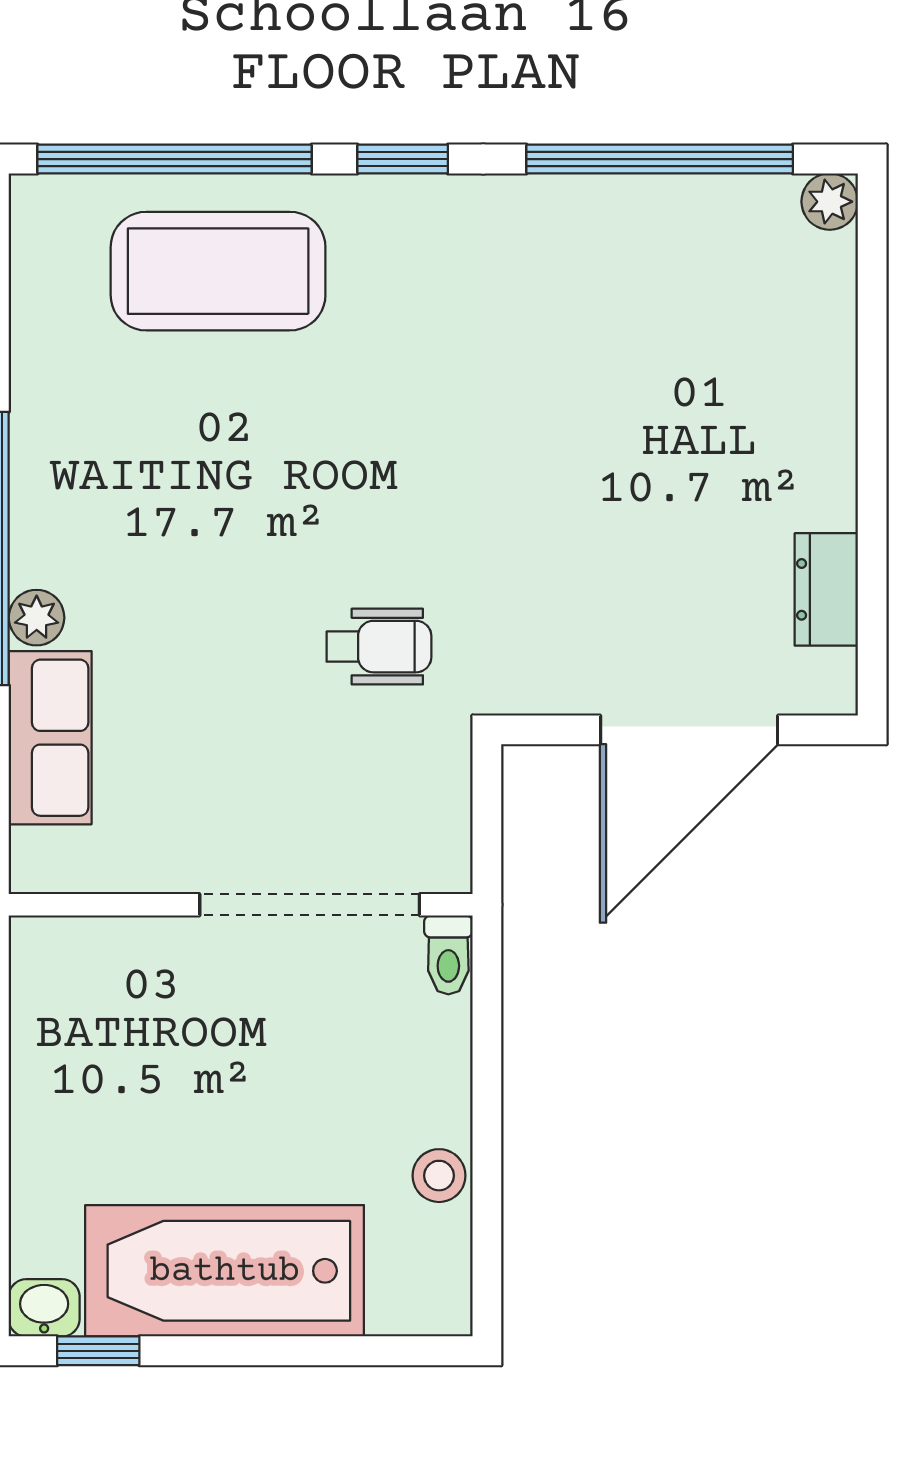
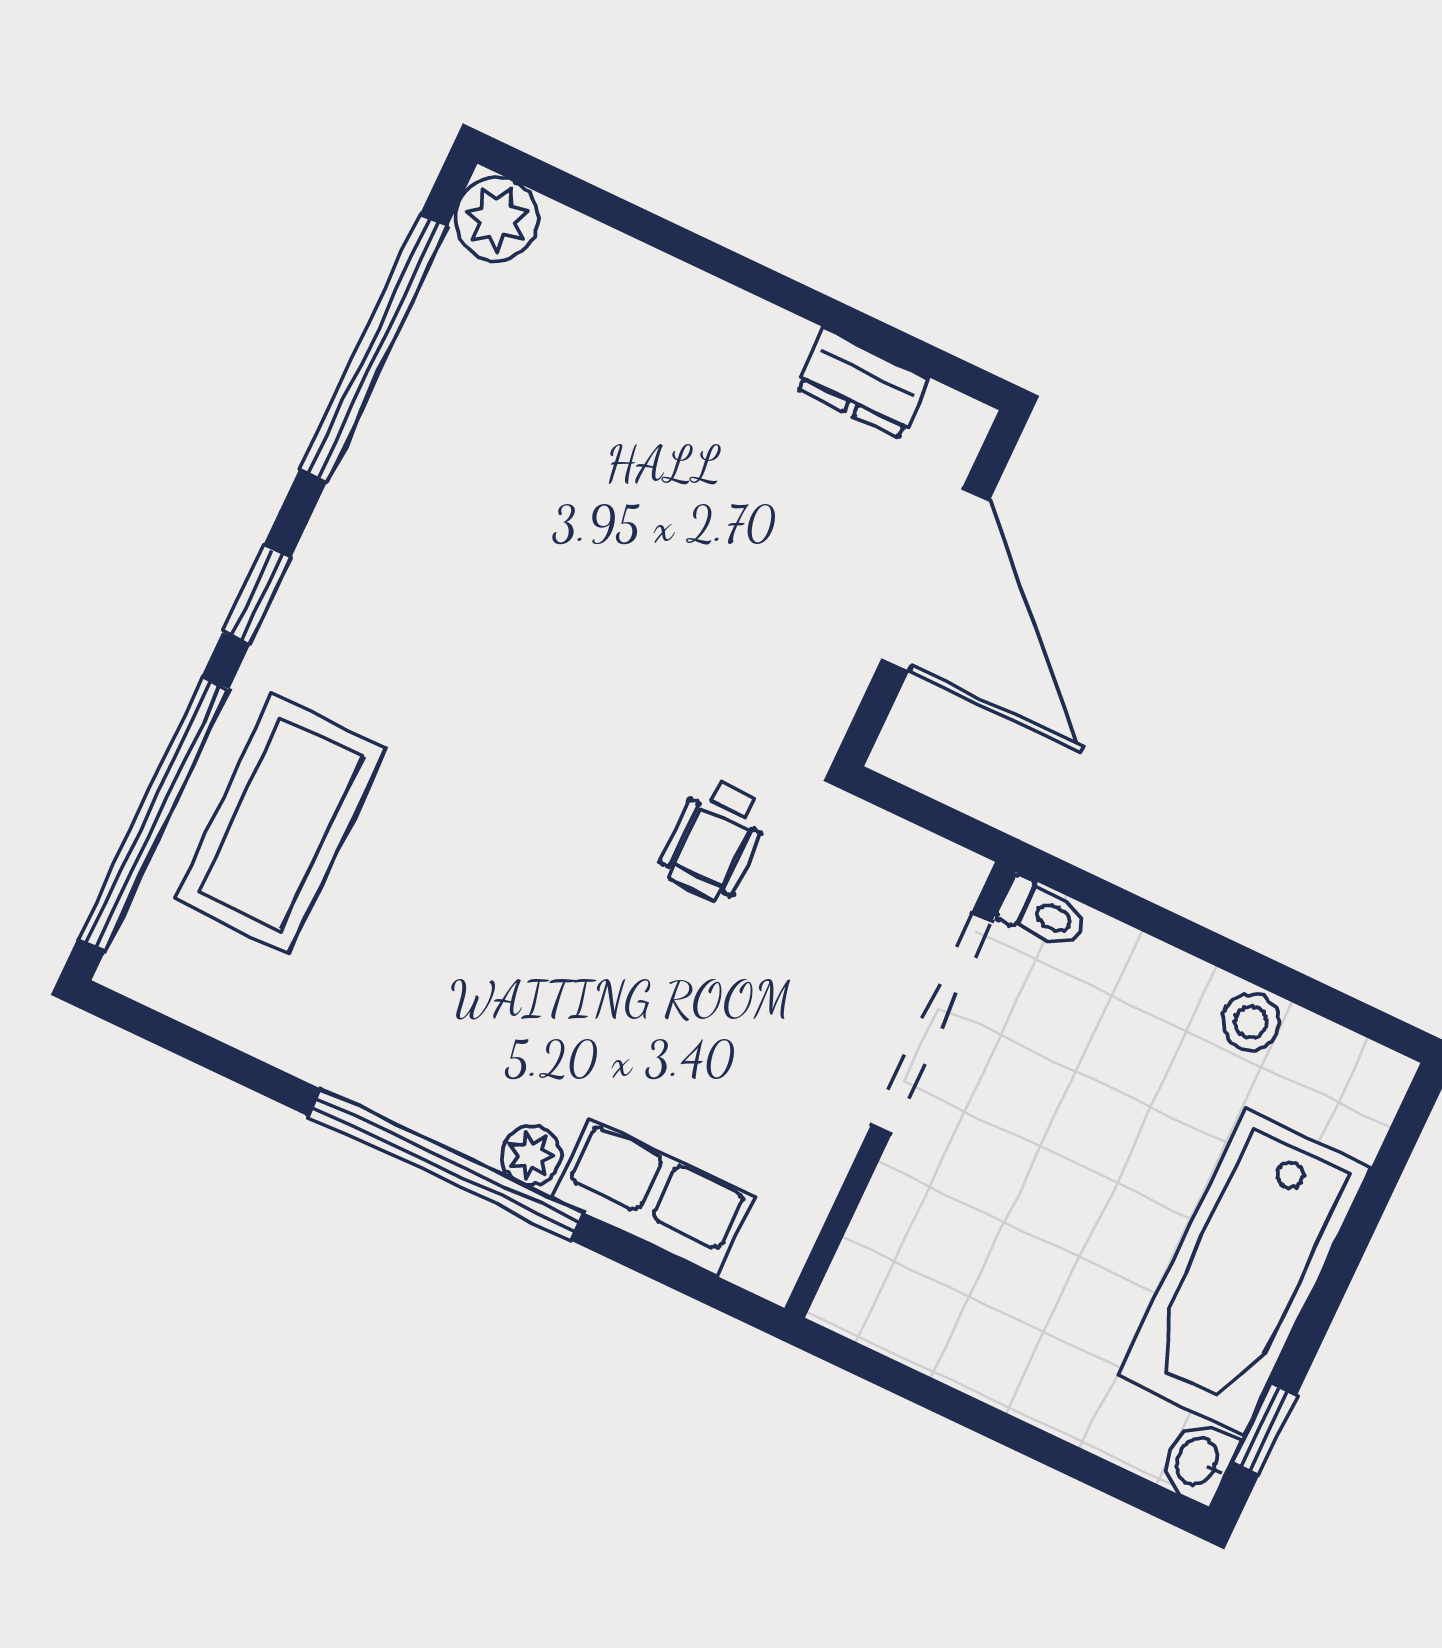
plant: (830, 202) -> (497, 219), width x1.38, depth x1.38
wheelchair: (379, 647) -> (715, 839), turned 180

